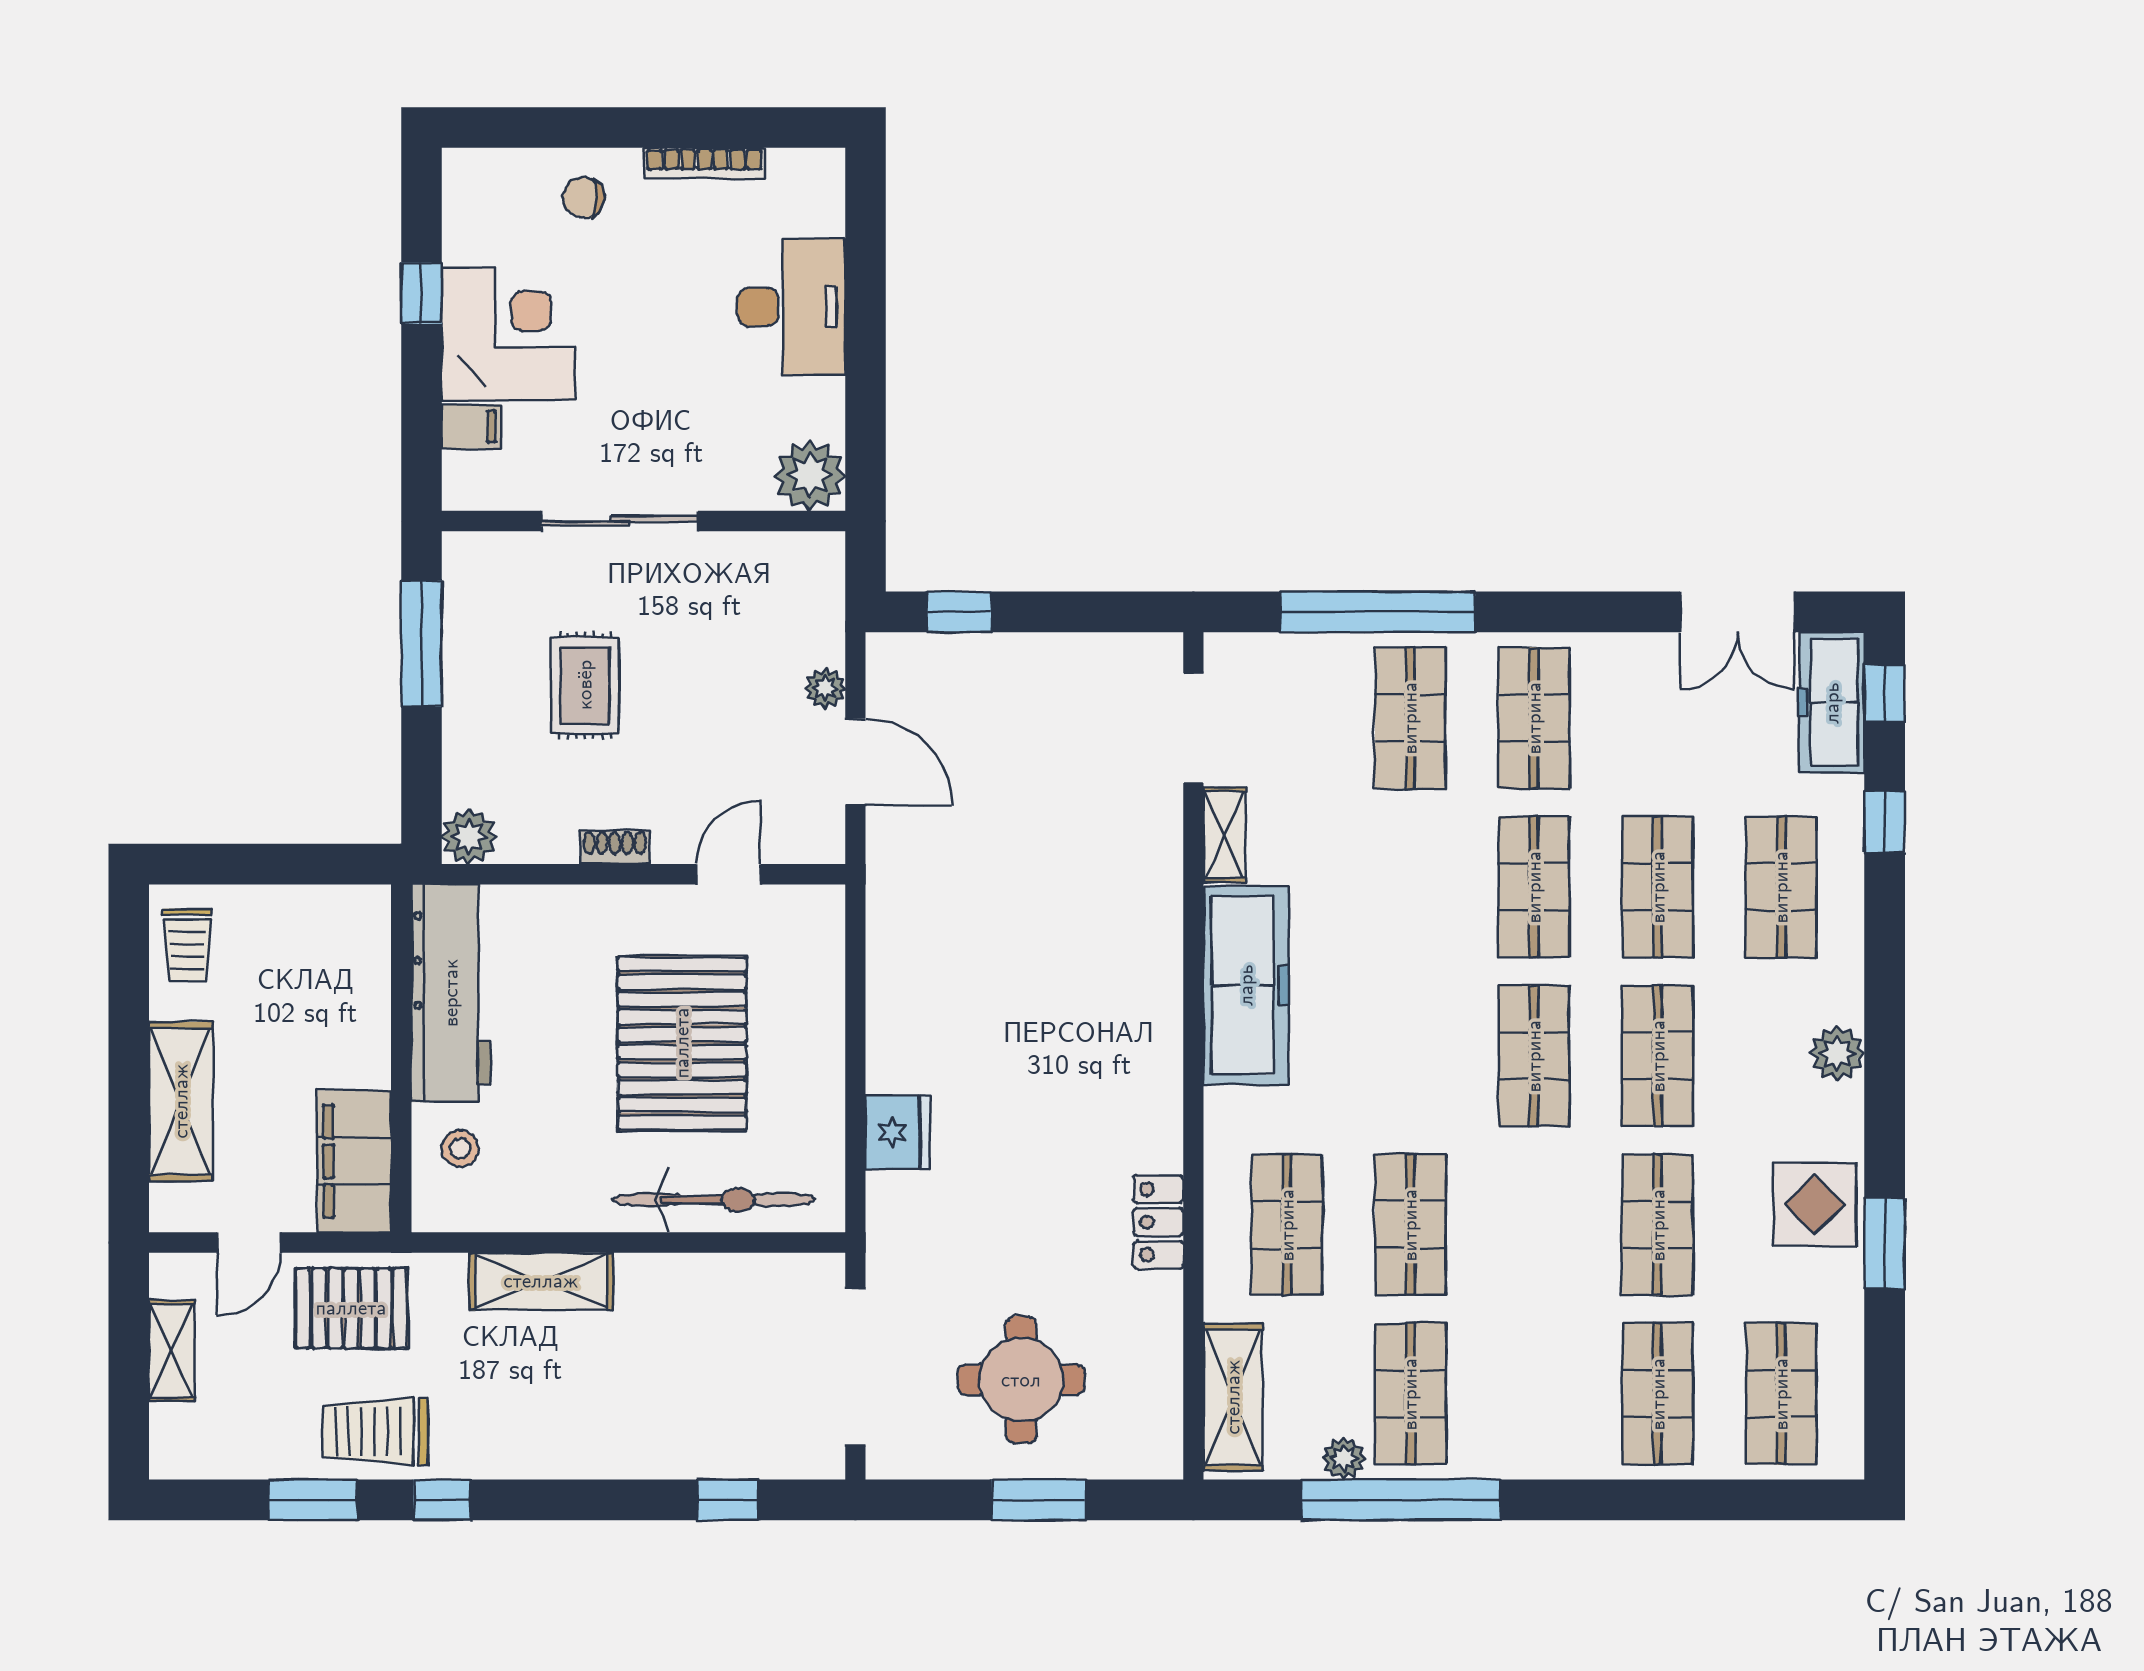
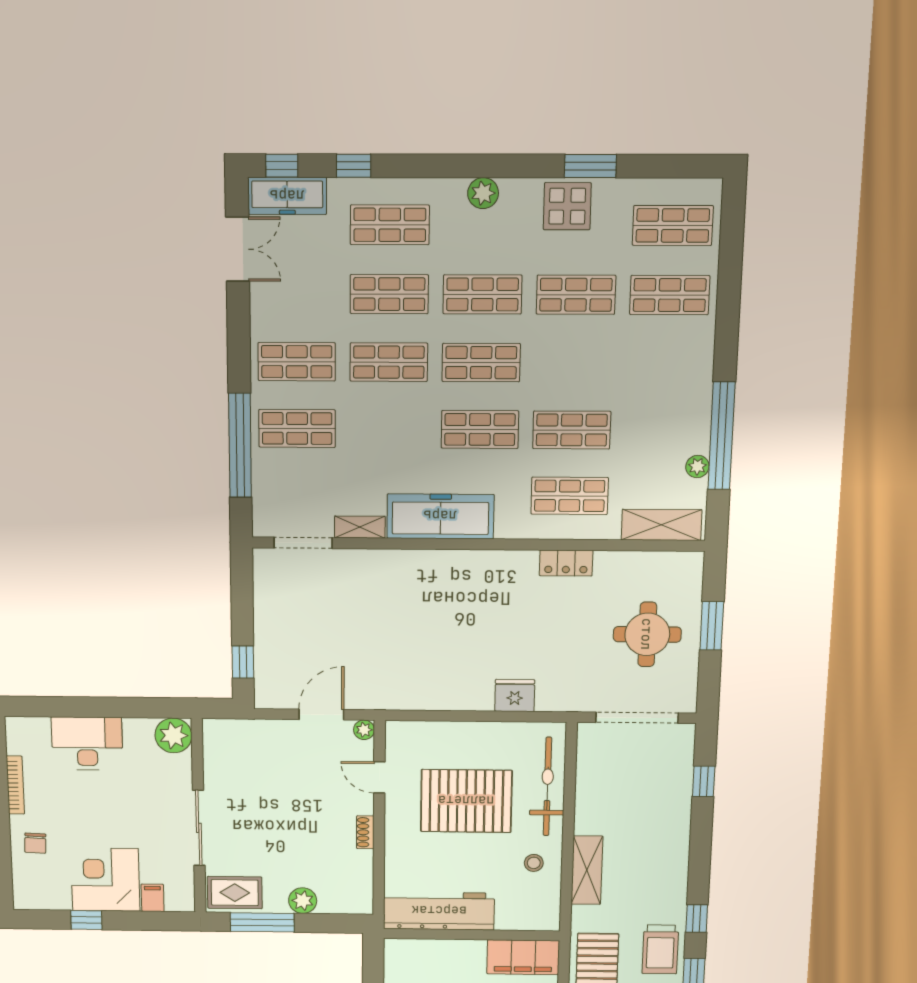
rug: (585, 685) -> (235, 893), moved
plant: (825, 688) -> (364, 730), moved
plant: (469, 837) -> (303, 901), moved
stool: (460, 1148) -> (534, 863), moved
shop shelf: (1410, 1394) -> (480, 429), moved

